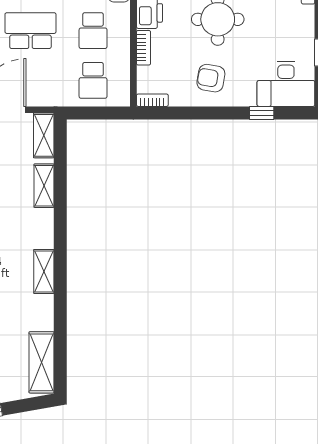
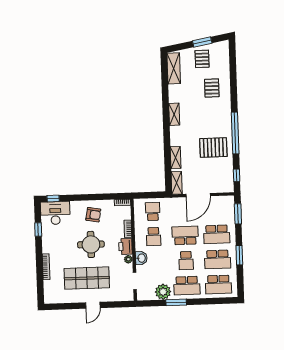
school desk: (30, 31) -> (185, 235), turned 180
school desk: (93, 31) -> (154, 237), turned 180
window: (262, 113) -> (53, 199), moved

